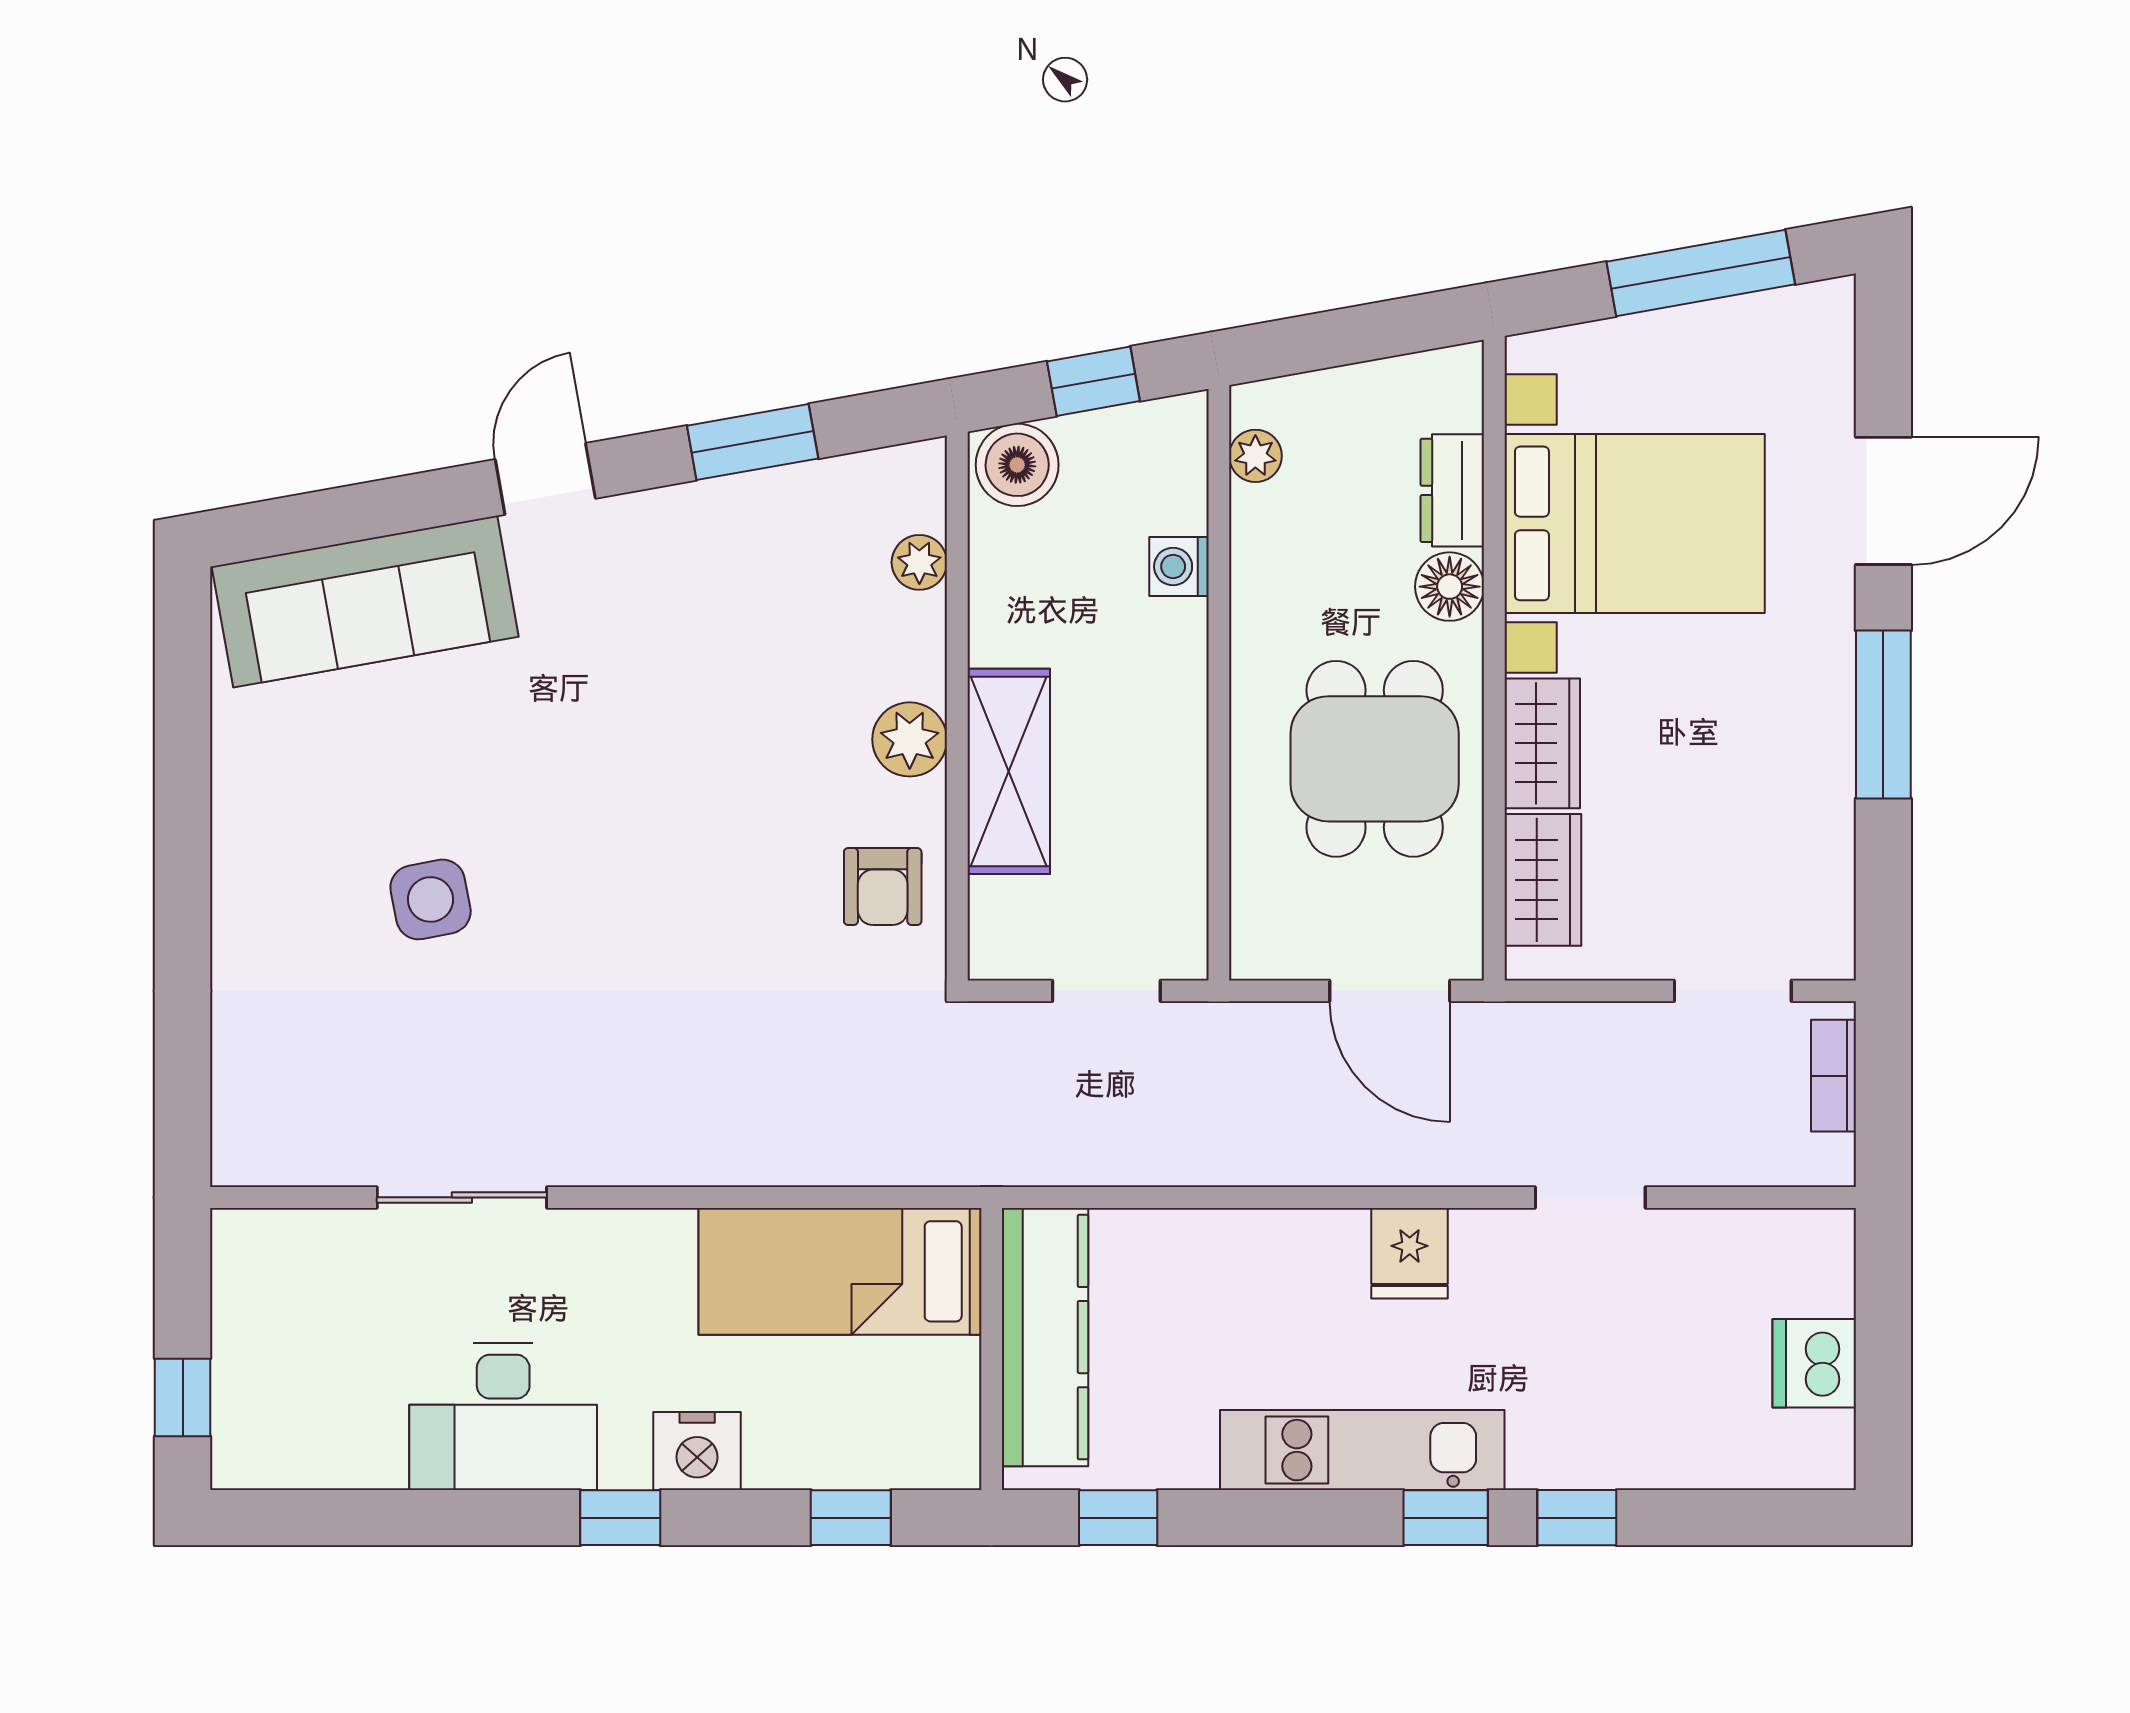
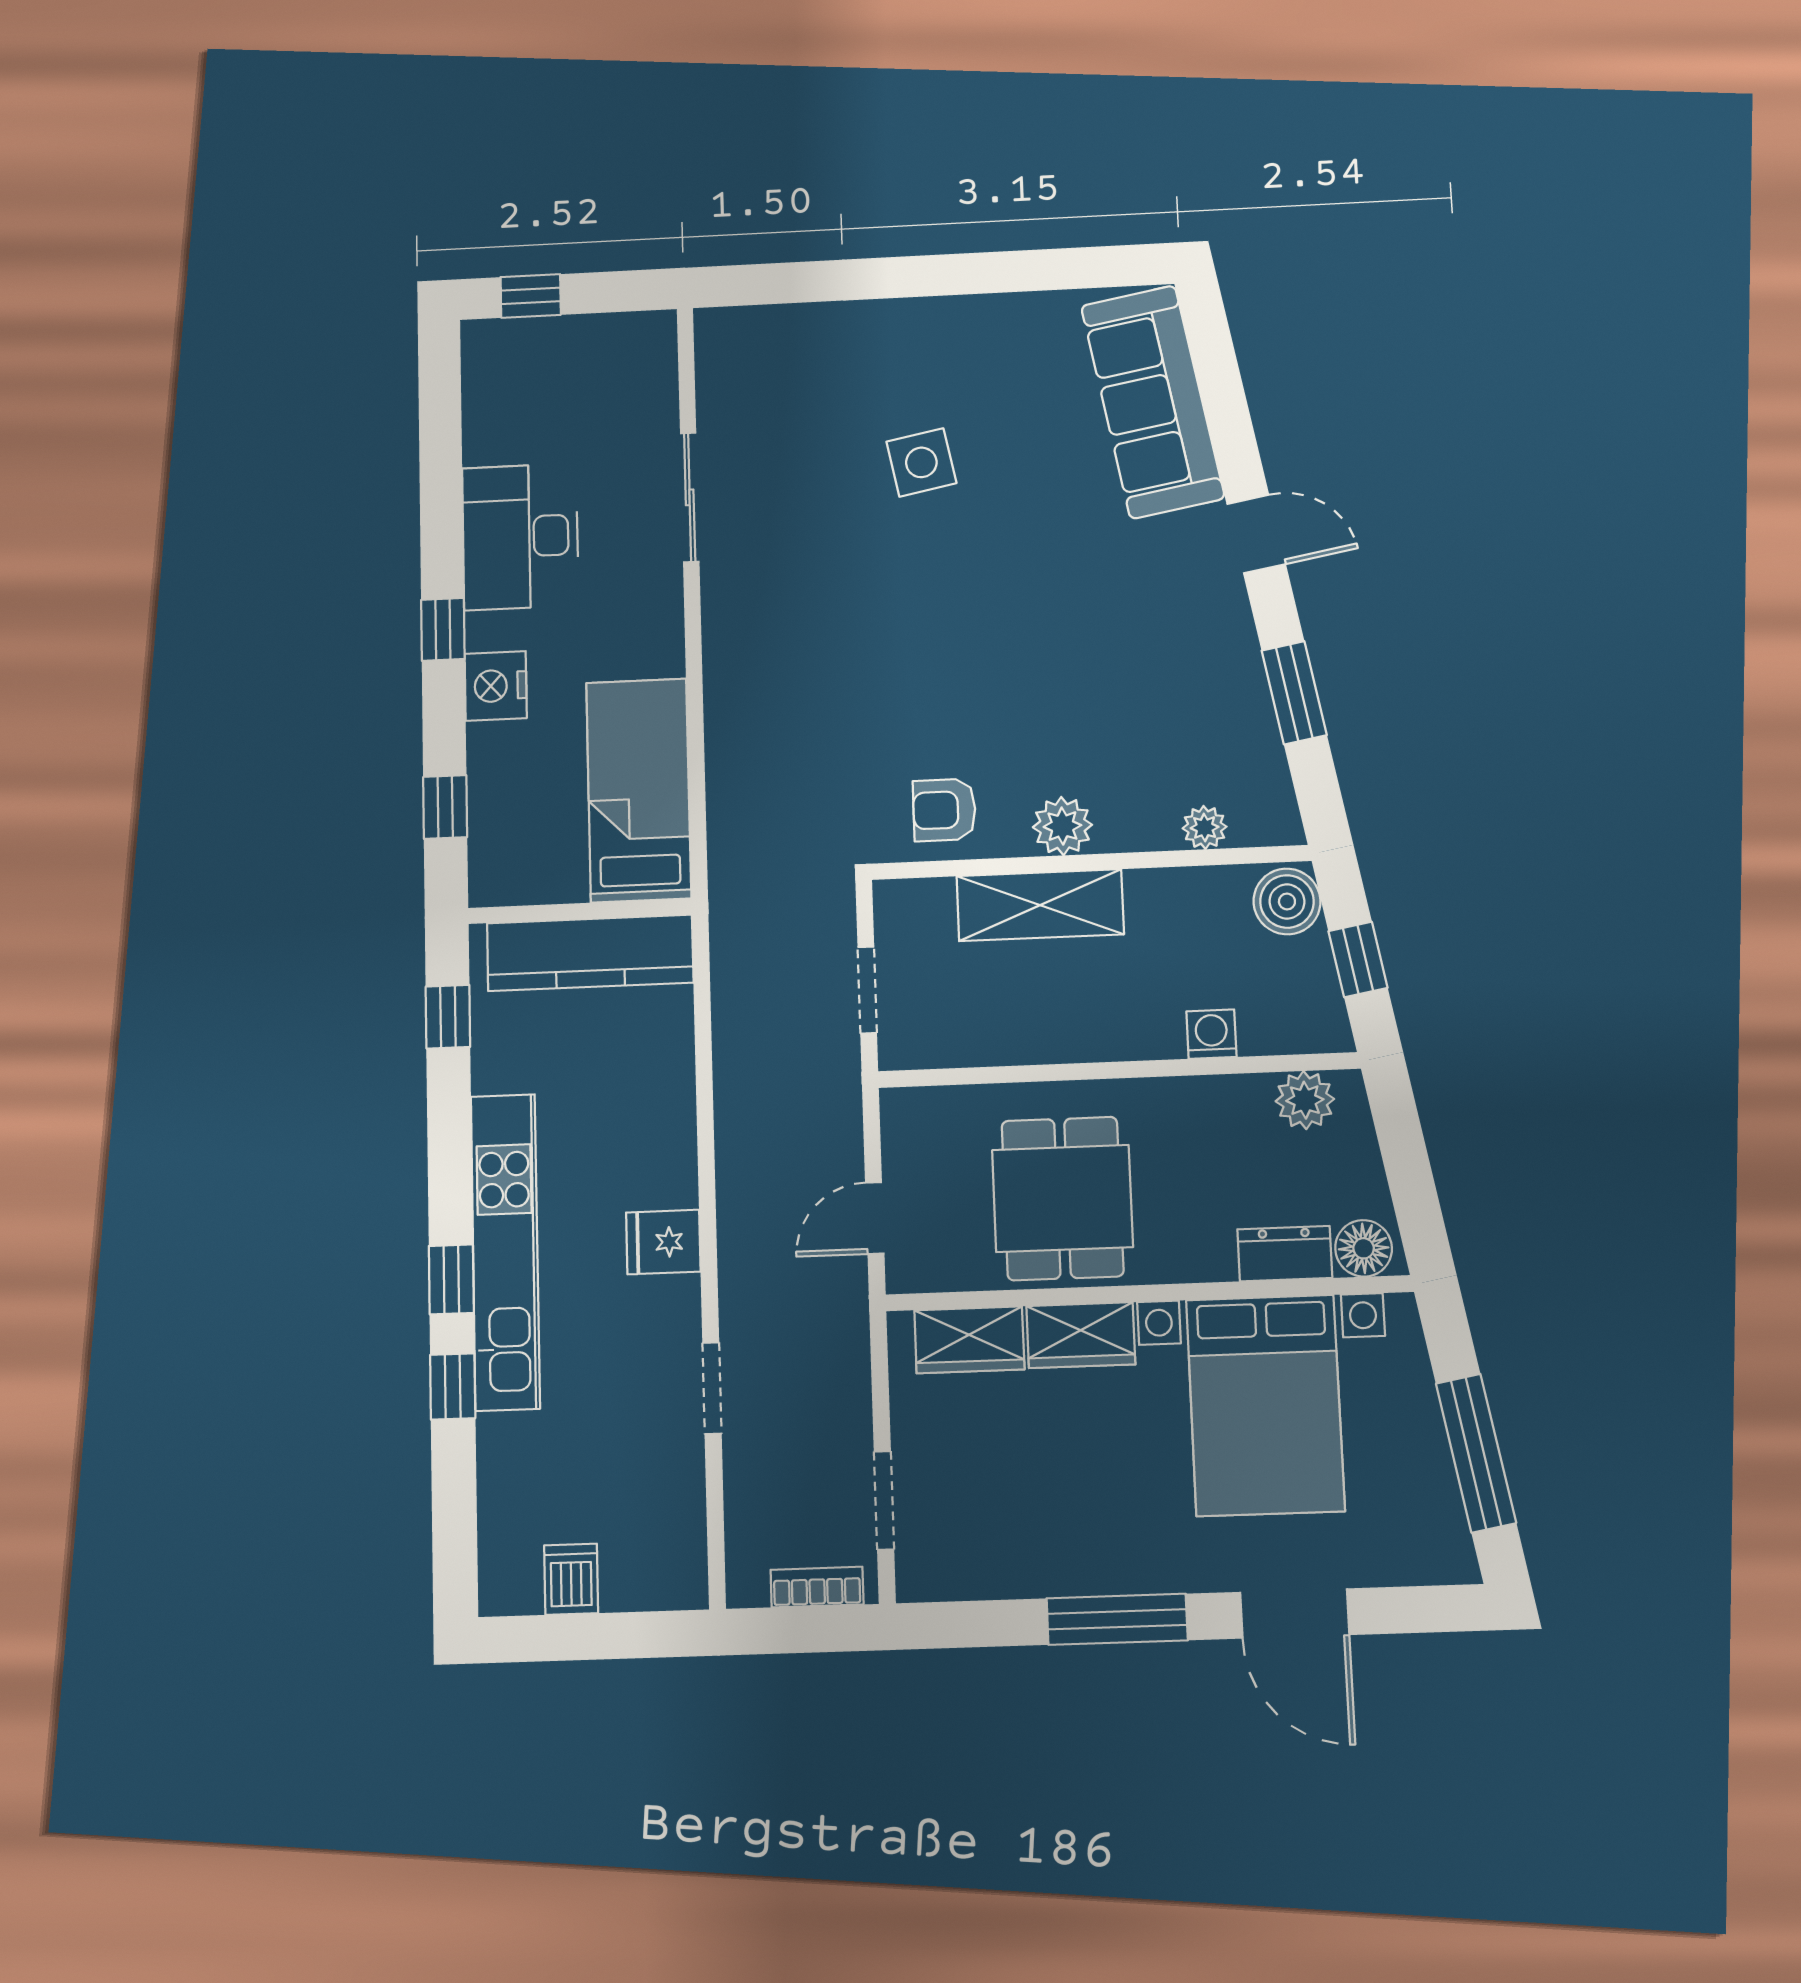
plant: (1255, 456) -> (1305, 1100), width x1.38, depth x1.38
floor lamp: (1450, 587) -> (1364, 1248), moved
dining table: (1375, 759) -> (1062, 1198), turned 90
door: (1390, 991) -> (875, 1218), width x0.73
dishwasher: (1814, 1363) -> (571, 1579), width x0.73
kitchen unit: (1362, 1450) -> (505, 1252), width x1.36

